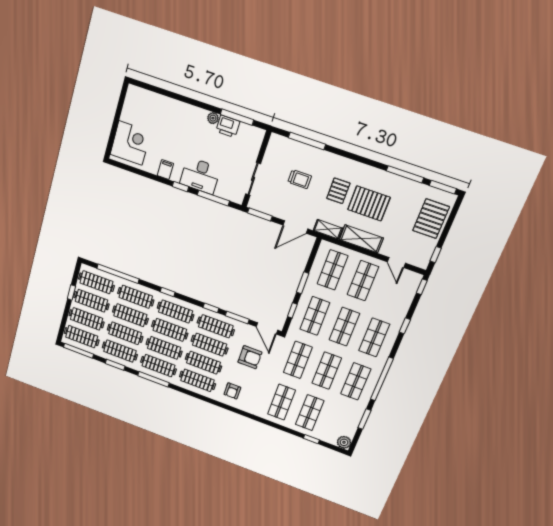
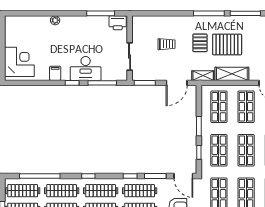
plant: (213, 118) -> (55, 20), moved
printer: (228, 126) -> (118, 23), moved
window: (307, 141) -> (209, 13), moved

